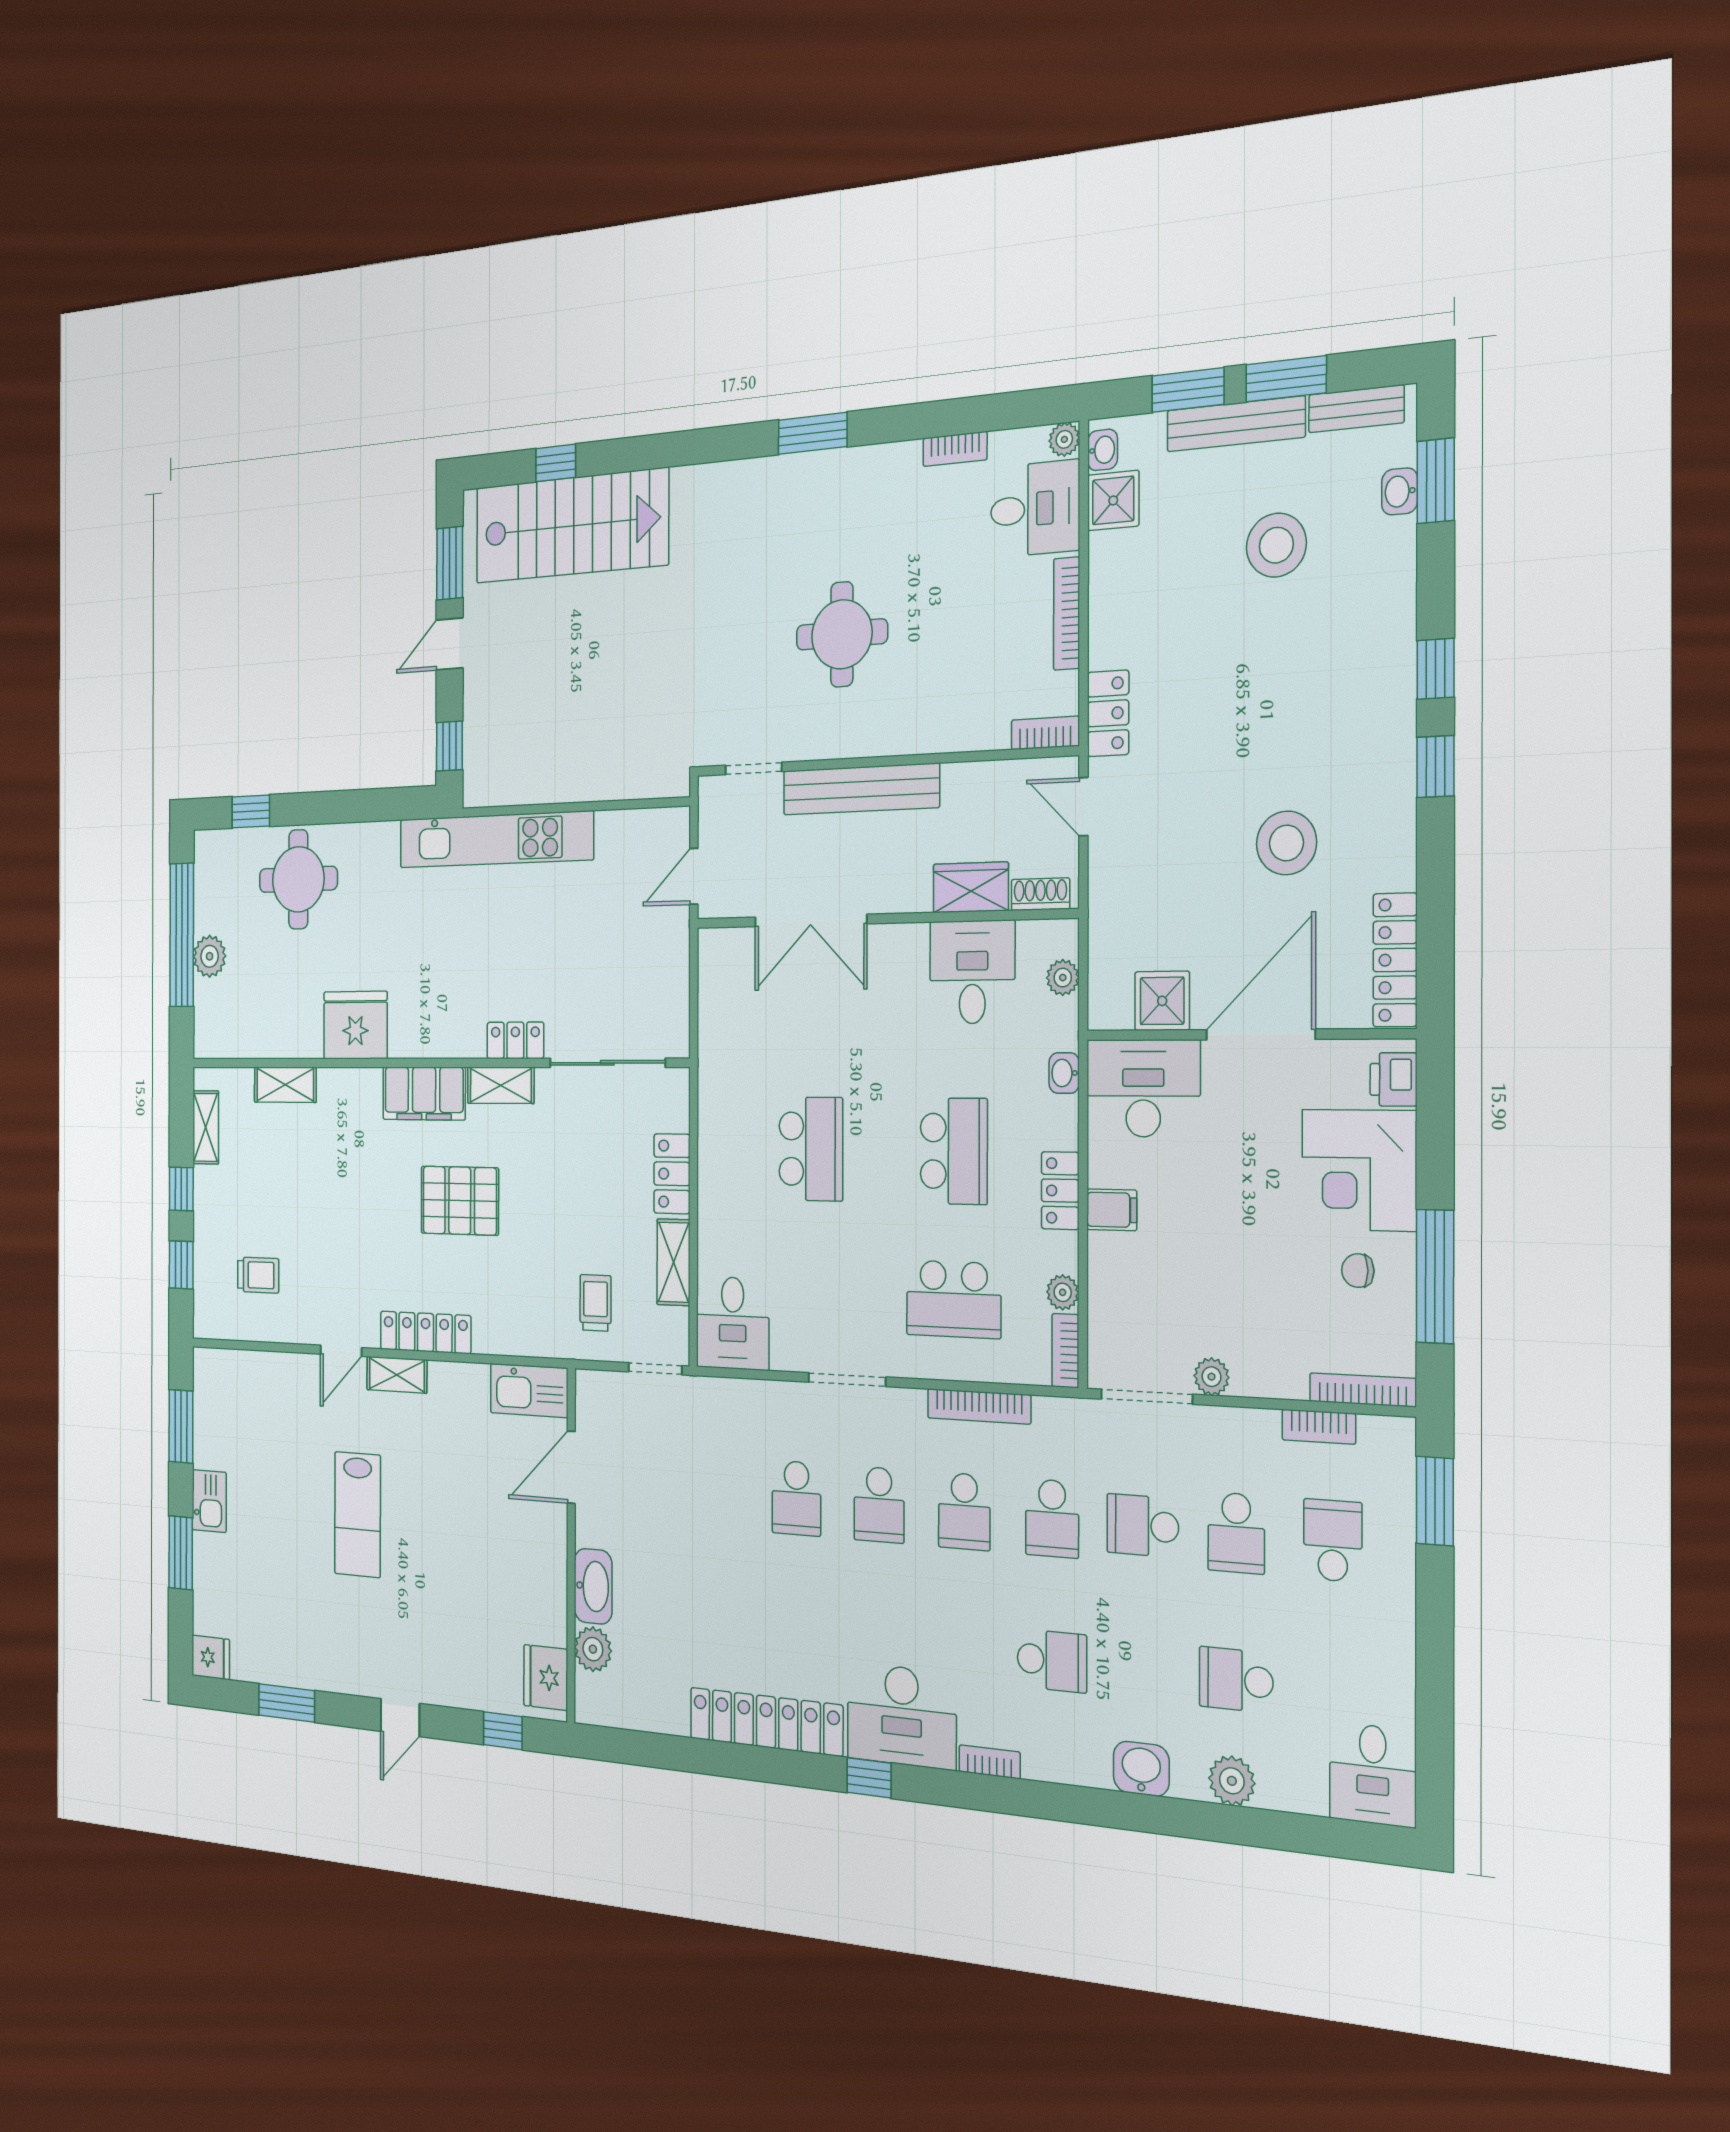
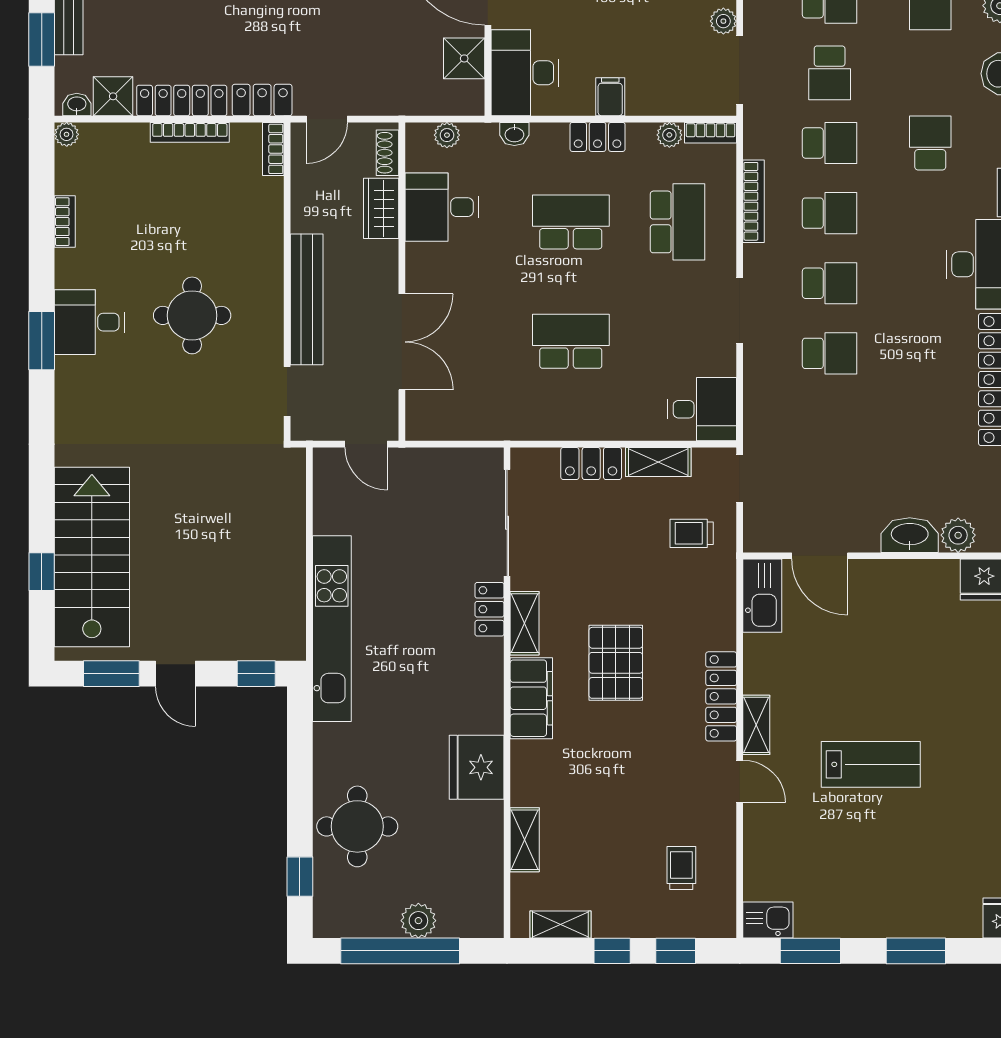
desk: (1035, 509) -> (89, 322), moved, turned -90
locker: (1108, 599) -> (182, 101), added
kitchen sink: (209, 1501) -> (768, 920), moved

